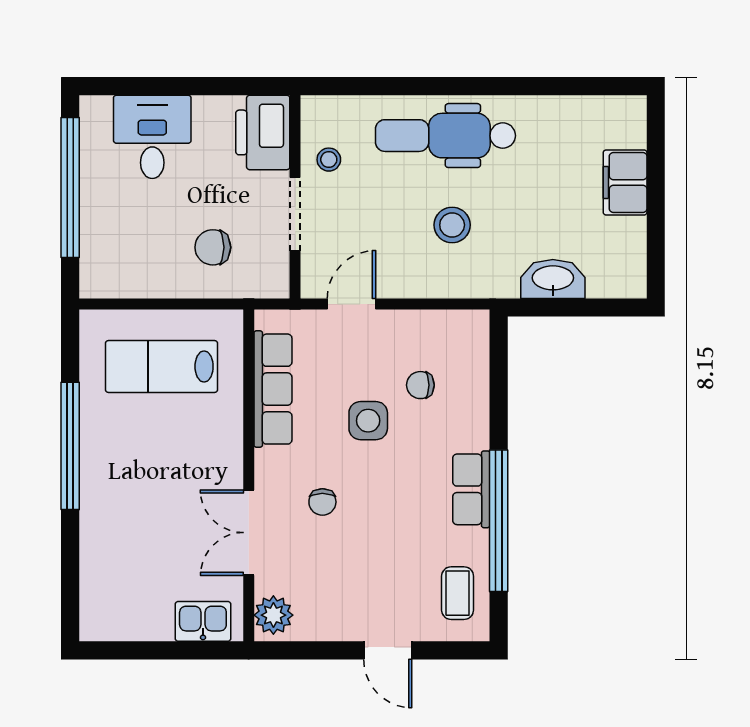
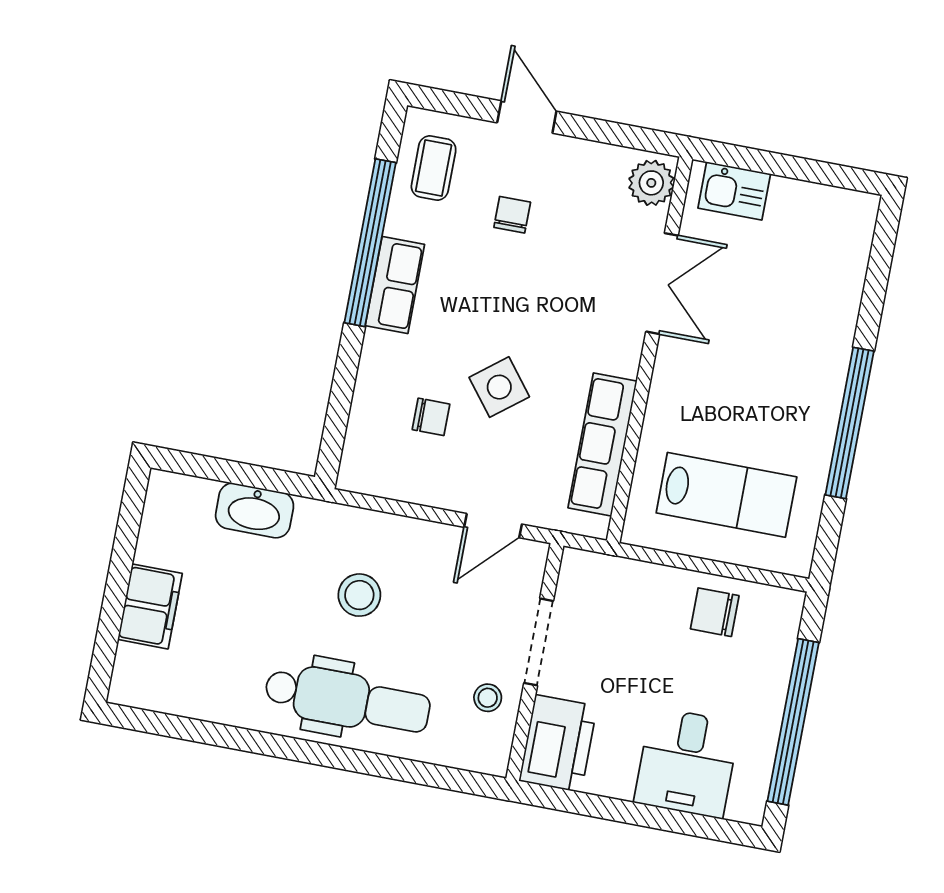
chair: (213, 247) -> (715, 612), moved, turned 180
side table: (368, 421) -> (499, 387), turned -38
chair: (322, 502) -> (512, 215), moved

